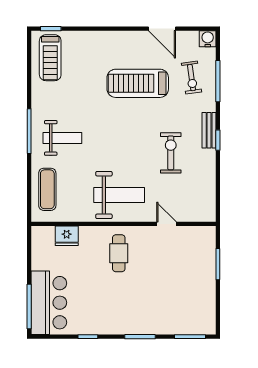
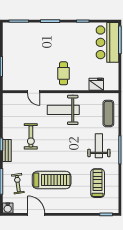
treadmill: (50, 58) -> (98, 183), moved
weight bench: (62, 138) -> (99, 146), turned 90

